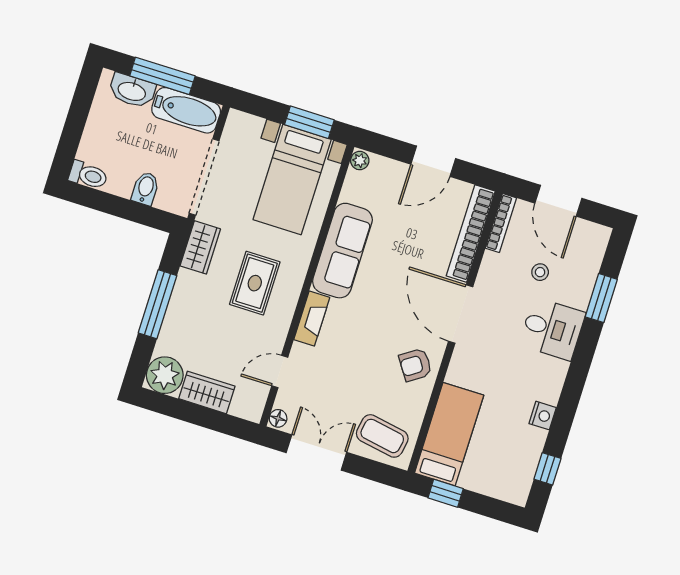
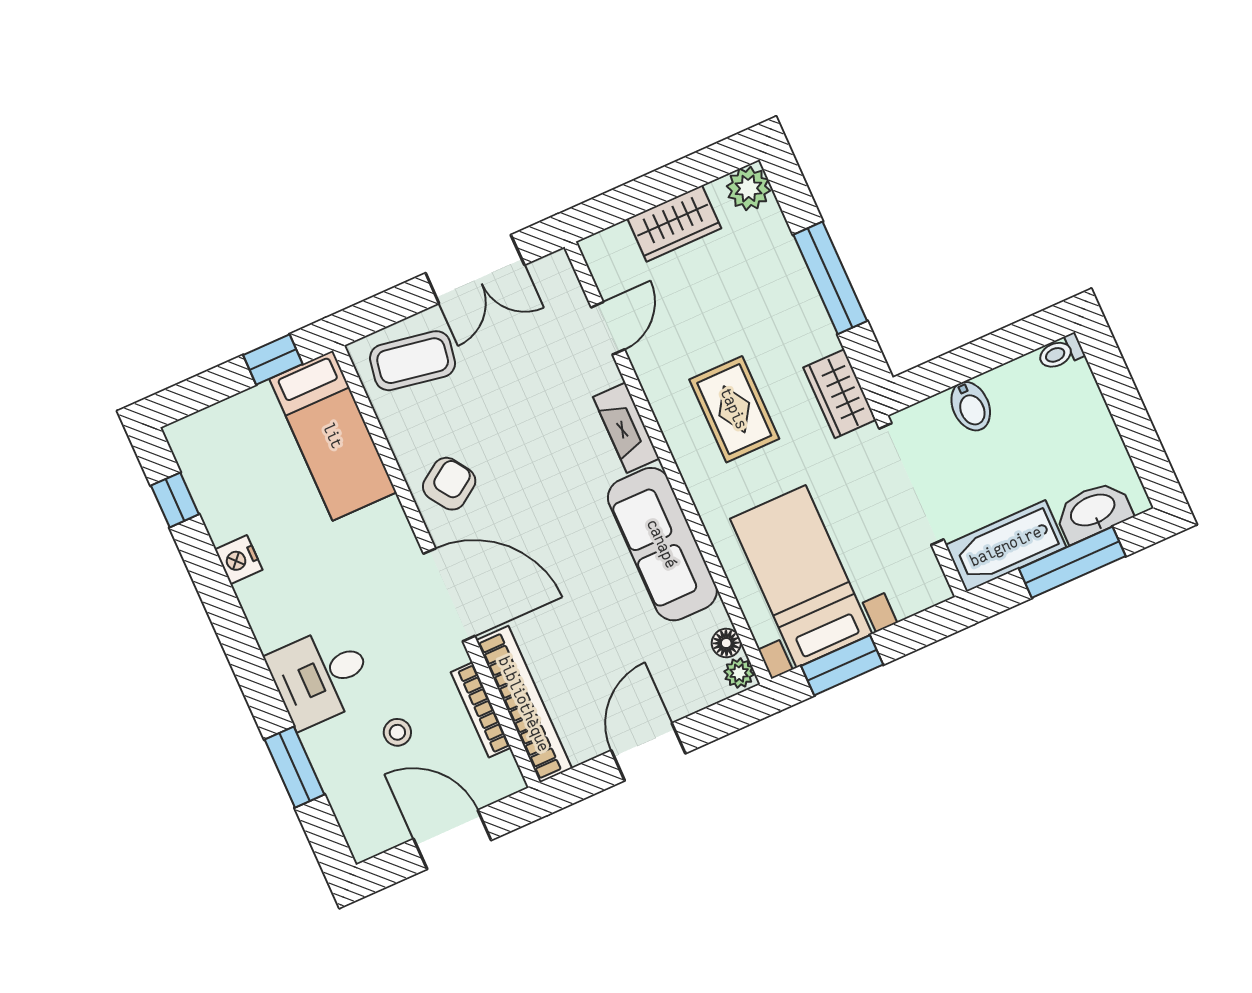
toilet: (88, 175) -> (1061, 352), width x0.73, depth x0.72
bookcase: (501, 223) -> (481, 710), moved
plant: (165, 375) -> (748, 188), width x0.73, depth x0.73
floor lamp: (278, 418) -> (726, 643), moved

